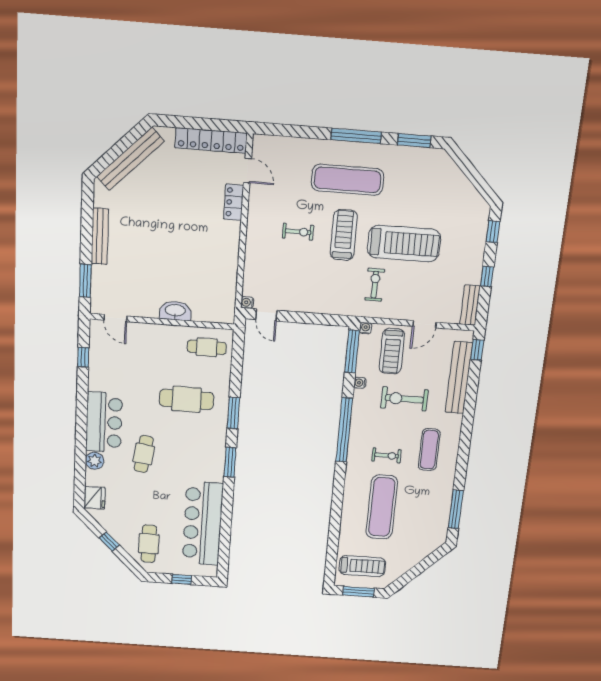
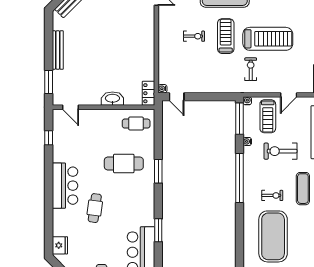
locker: (234, 202) -> (148, 93), moved
plant: (95, 461) -> (59, 216), removed
window: (230, 462) -> (158, 230), moved
exercise mat: (382, 507) -> (273, 236), width x1.47

